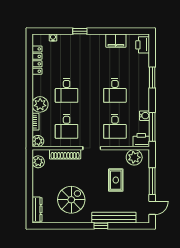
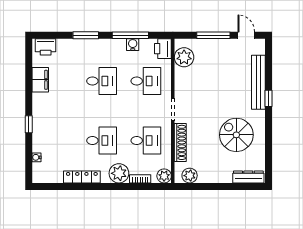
locker: (37, 60) -> (82, 177), moved
window: (152, 127) -> (130, 35), moved
rug: (116, 180) -> (212, 80), removed

